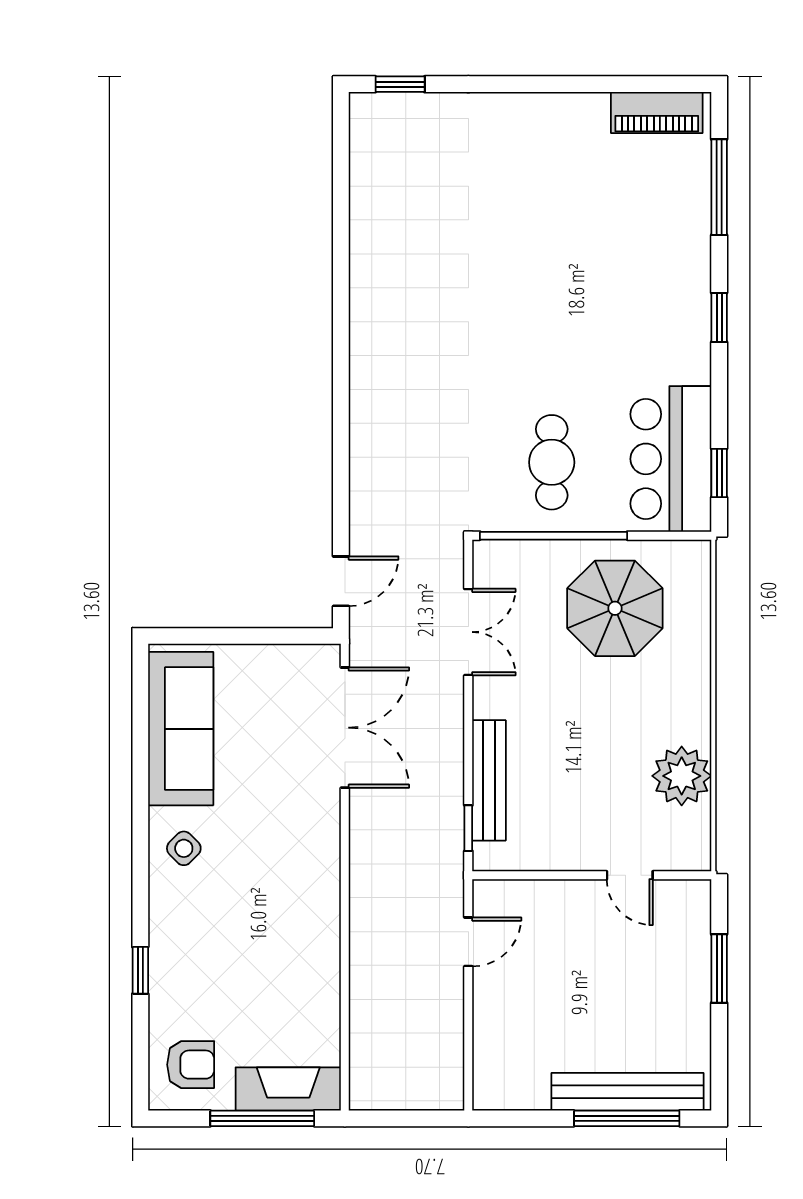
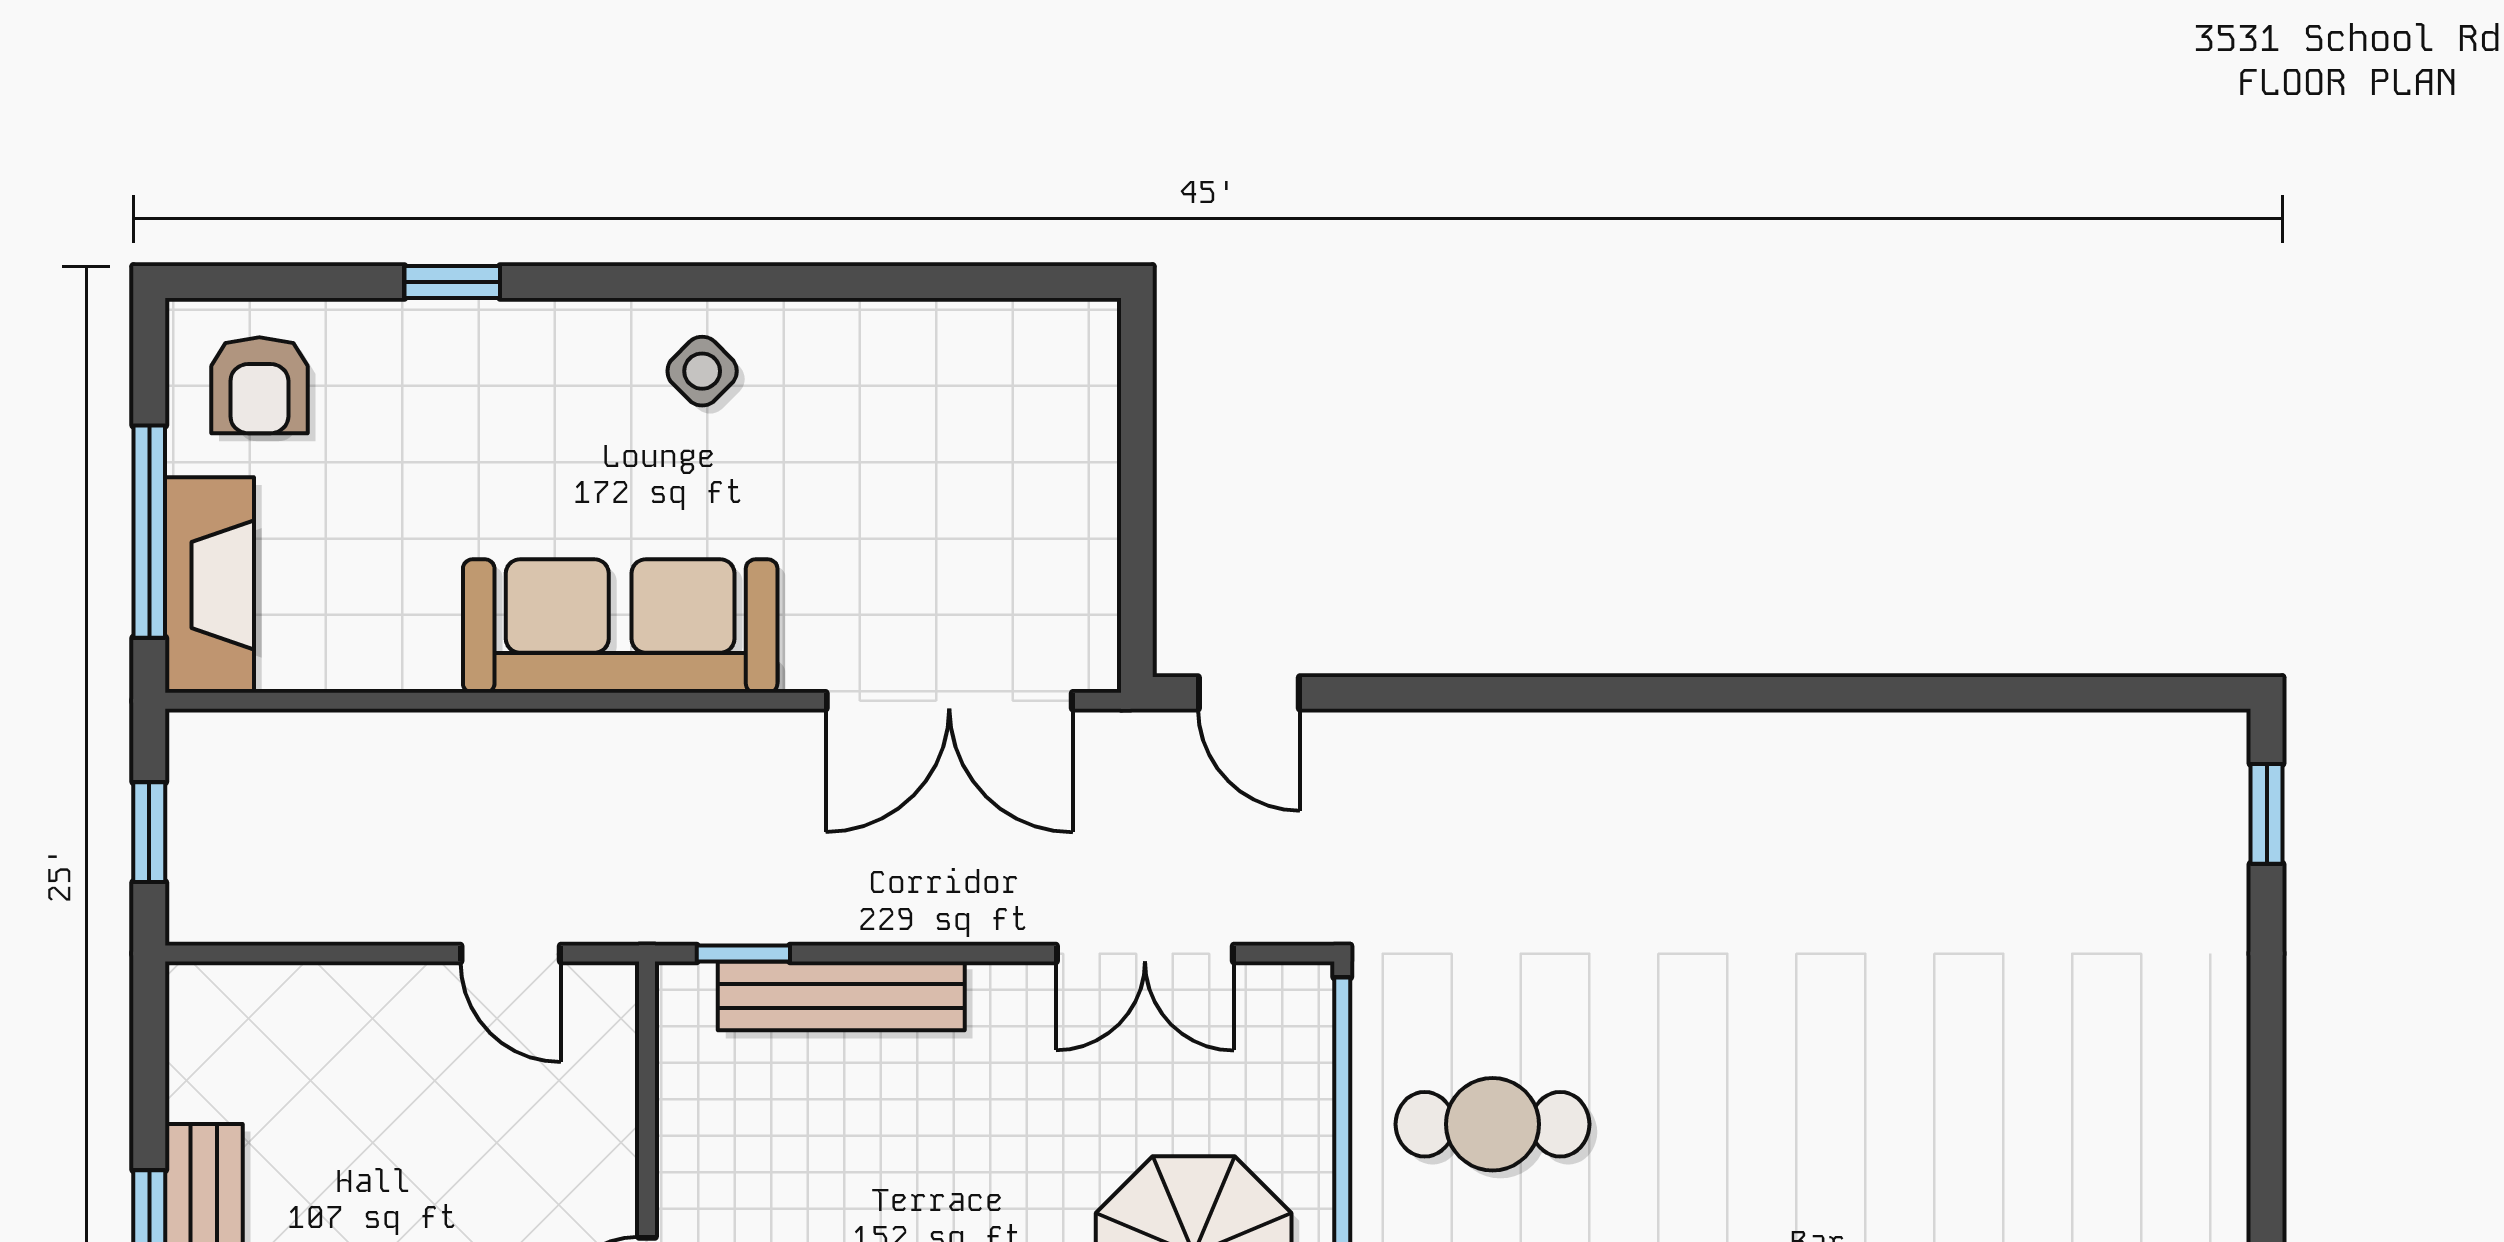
sofa: (181, 729) -> (620, 626), moved, turned 180
window: (409, 1118) -> (149, 832), added

